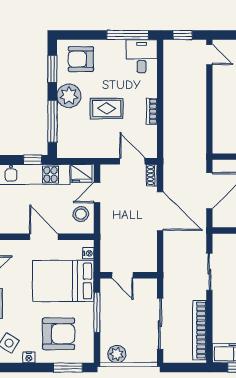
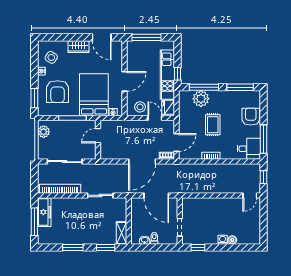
armchair: (81, 59) -> (251, 117), moved
window: (52, 69) -> (240, 87), width x1.44
plant: (69, 96) -> (201, 99), moved

